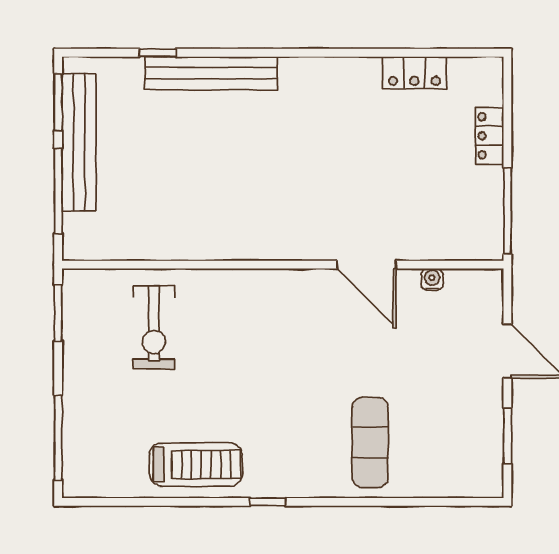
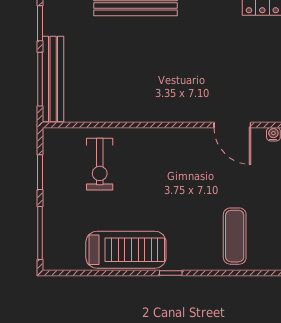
bench: (79, 142) -> (53, 79), moved
window: (58, 313) -> (40, 172), moved
treadmill: (196, 465) -> (126, 250), width x1.37, depth x1.38

